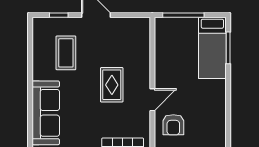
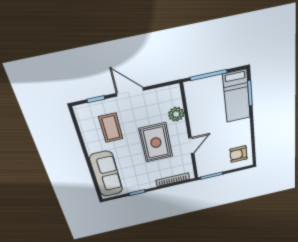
plant: (141, 54) -> (176, 114), added
rug: (112, 85) -> (156, 143), width x1.36, depth x1.43
armchair: (173, 125) -> (238, 154), moved, turned 90

